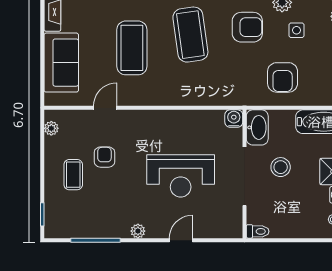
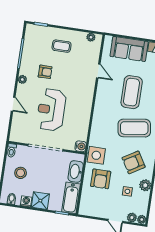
armchair: (247, 27) -> (134, 162), turned 59
coffee table: (132, 48) -> (132, 92), turned 90
armchair: (283, 77) -> (101, 179), turned -90
side table: (245, 90) -> (96, 155), added
washbasin: (257, 127) -> (76, 172), moved, turned 90
armchair: (104, 157) -> (45, 72), moved
stool: (281, 167) -> (21, 173), moved

